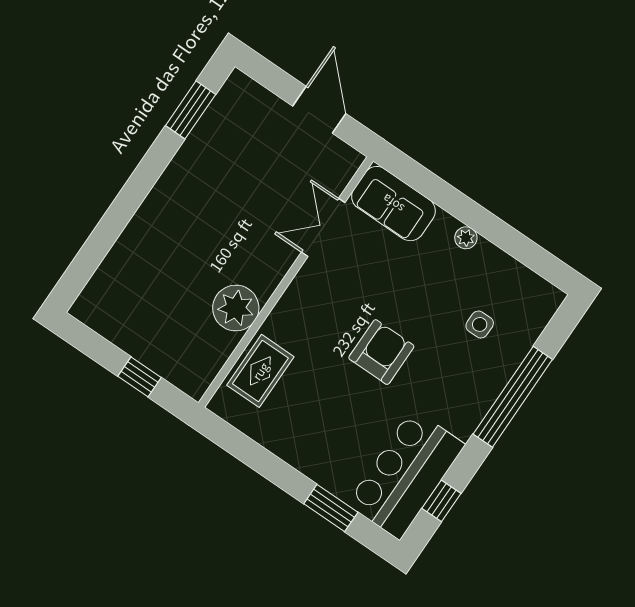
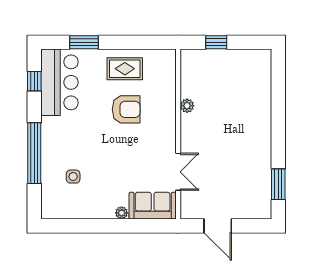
plant: (466, 238) -> (122, 213), moved
plant: (236, 308) -> (187, 106), width x0.53, depth x0.53
armchair: (381, 352) -> (126, 109), moved, turned -90
rug: (260, 371) -> (125, 69), moved, turned 90

